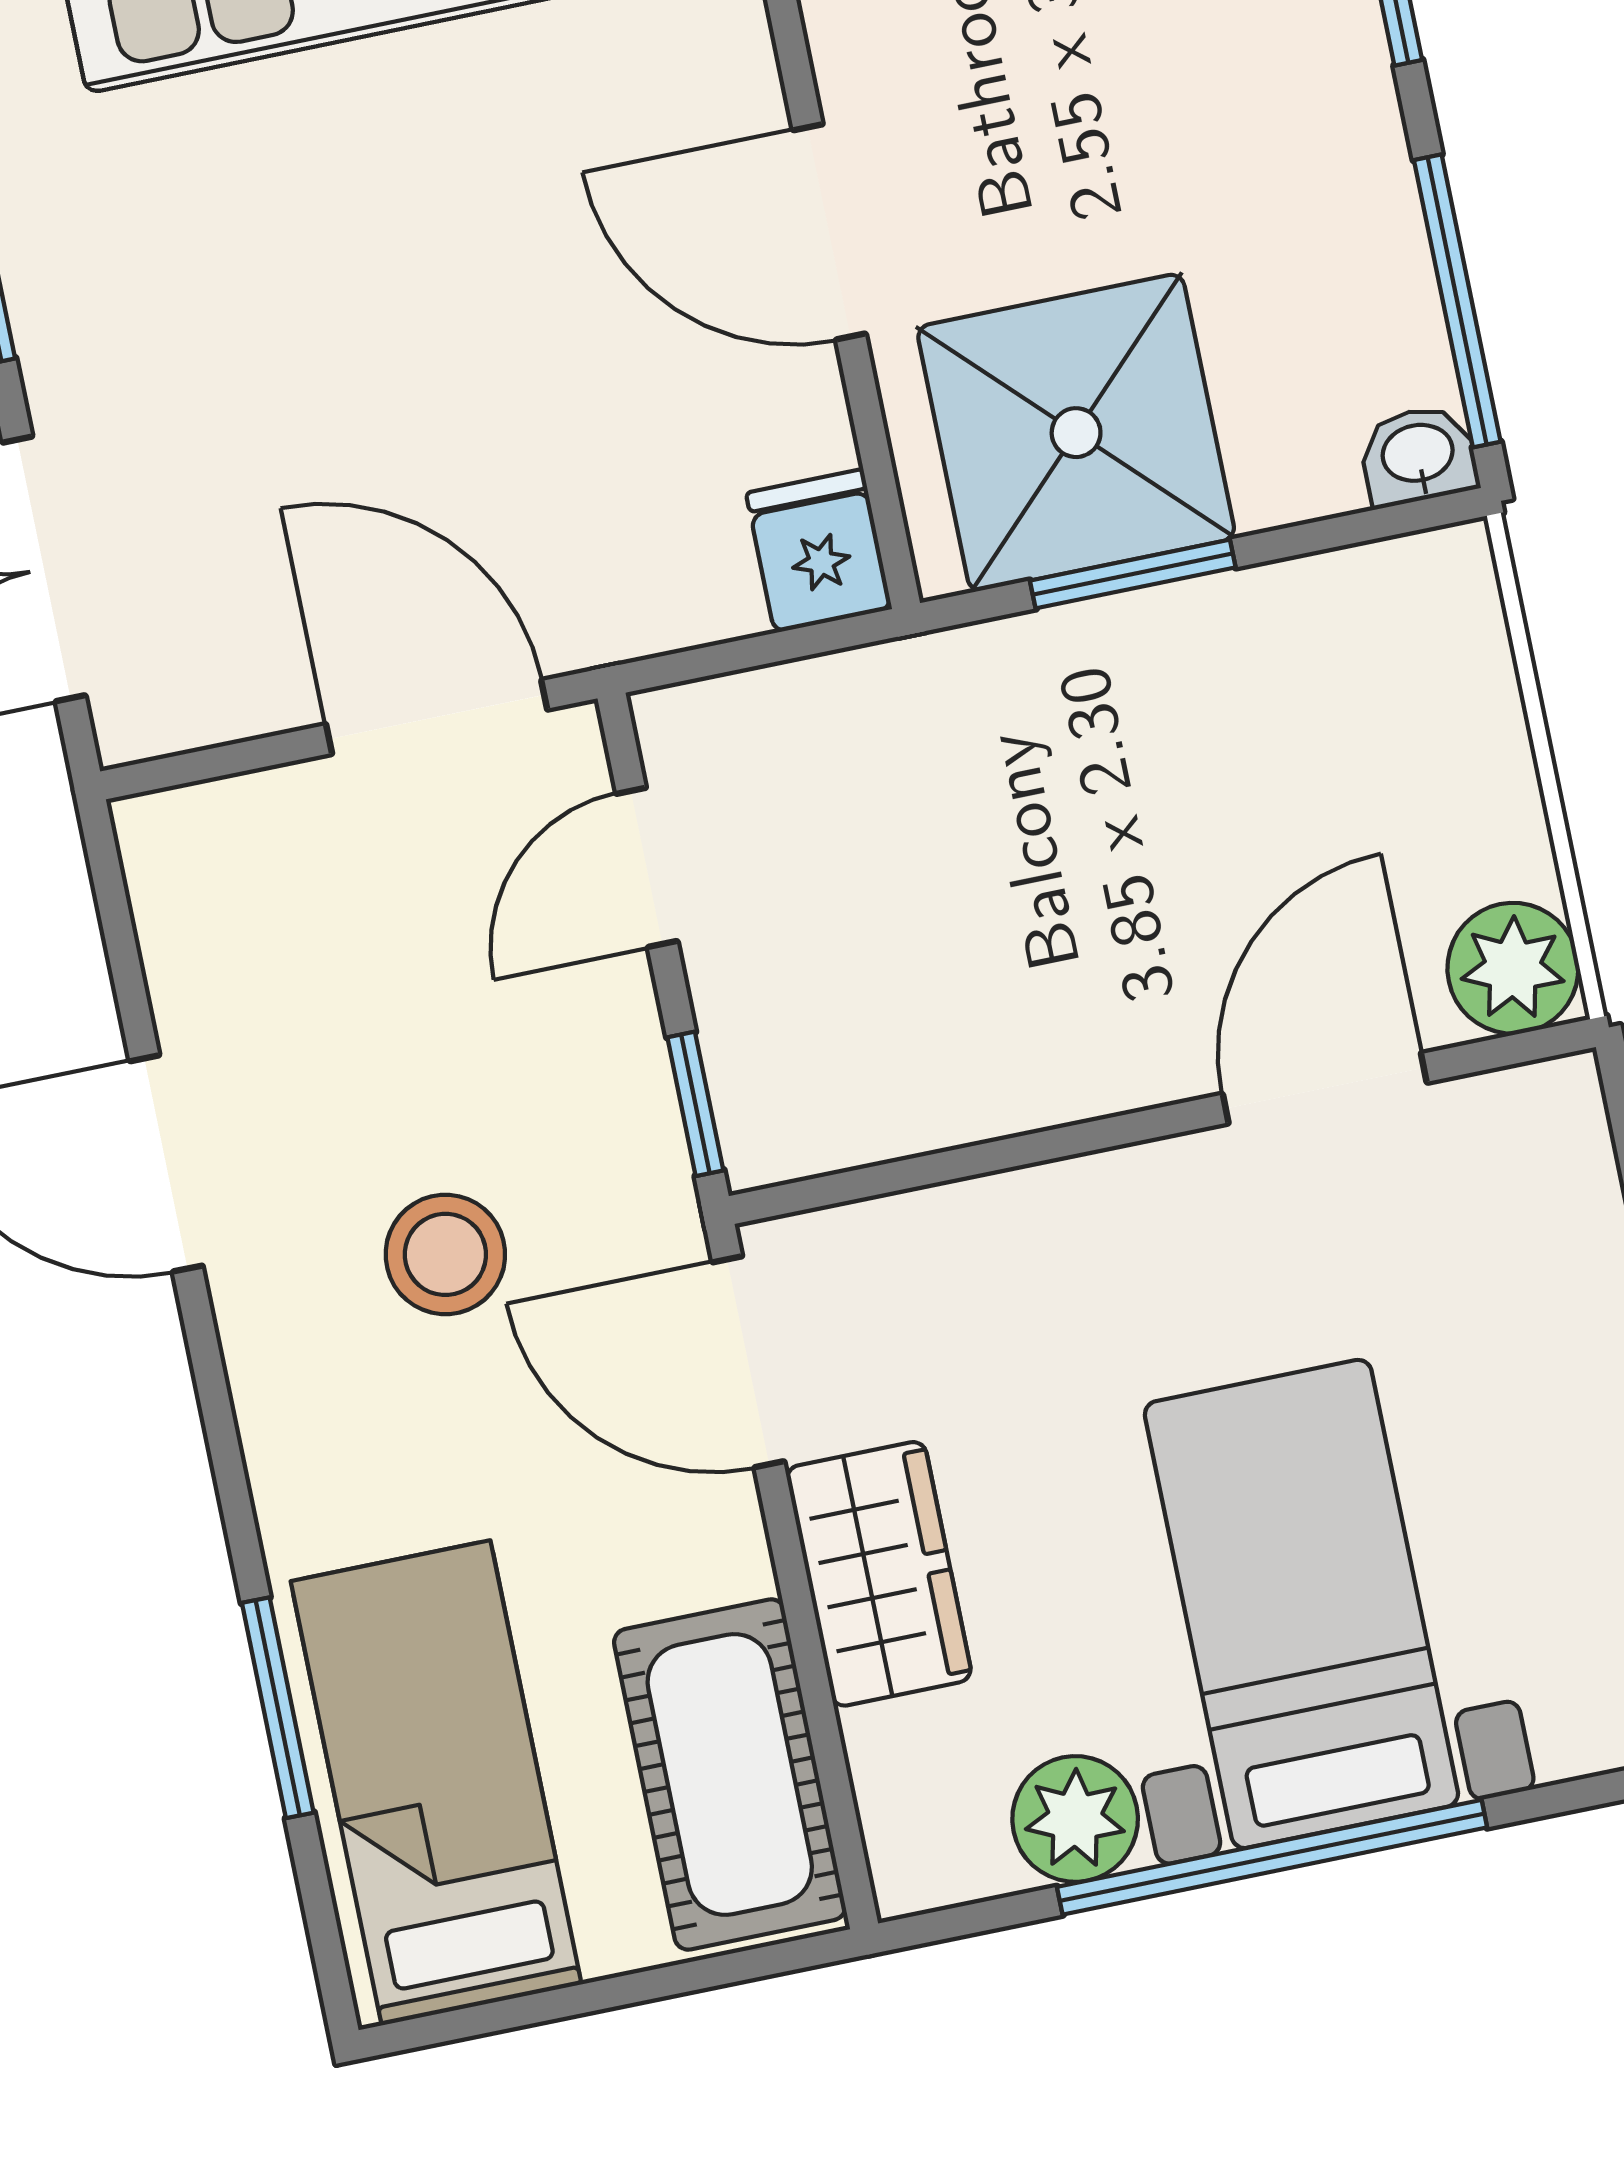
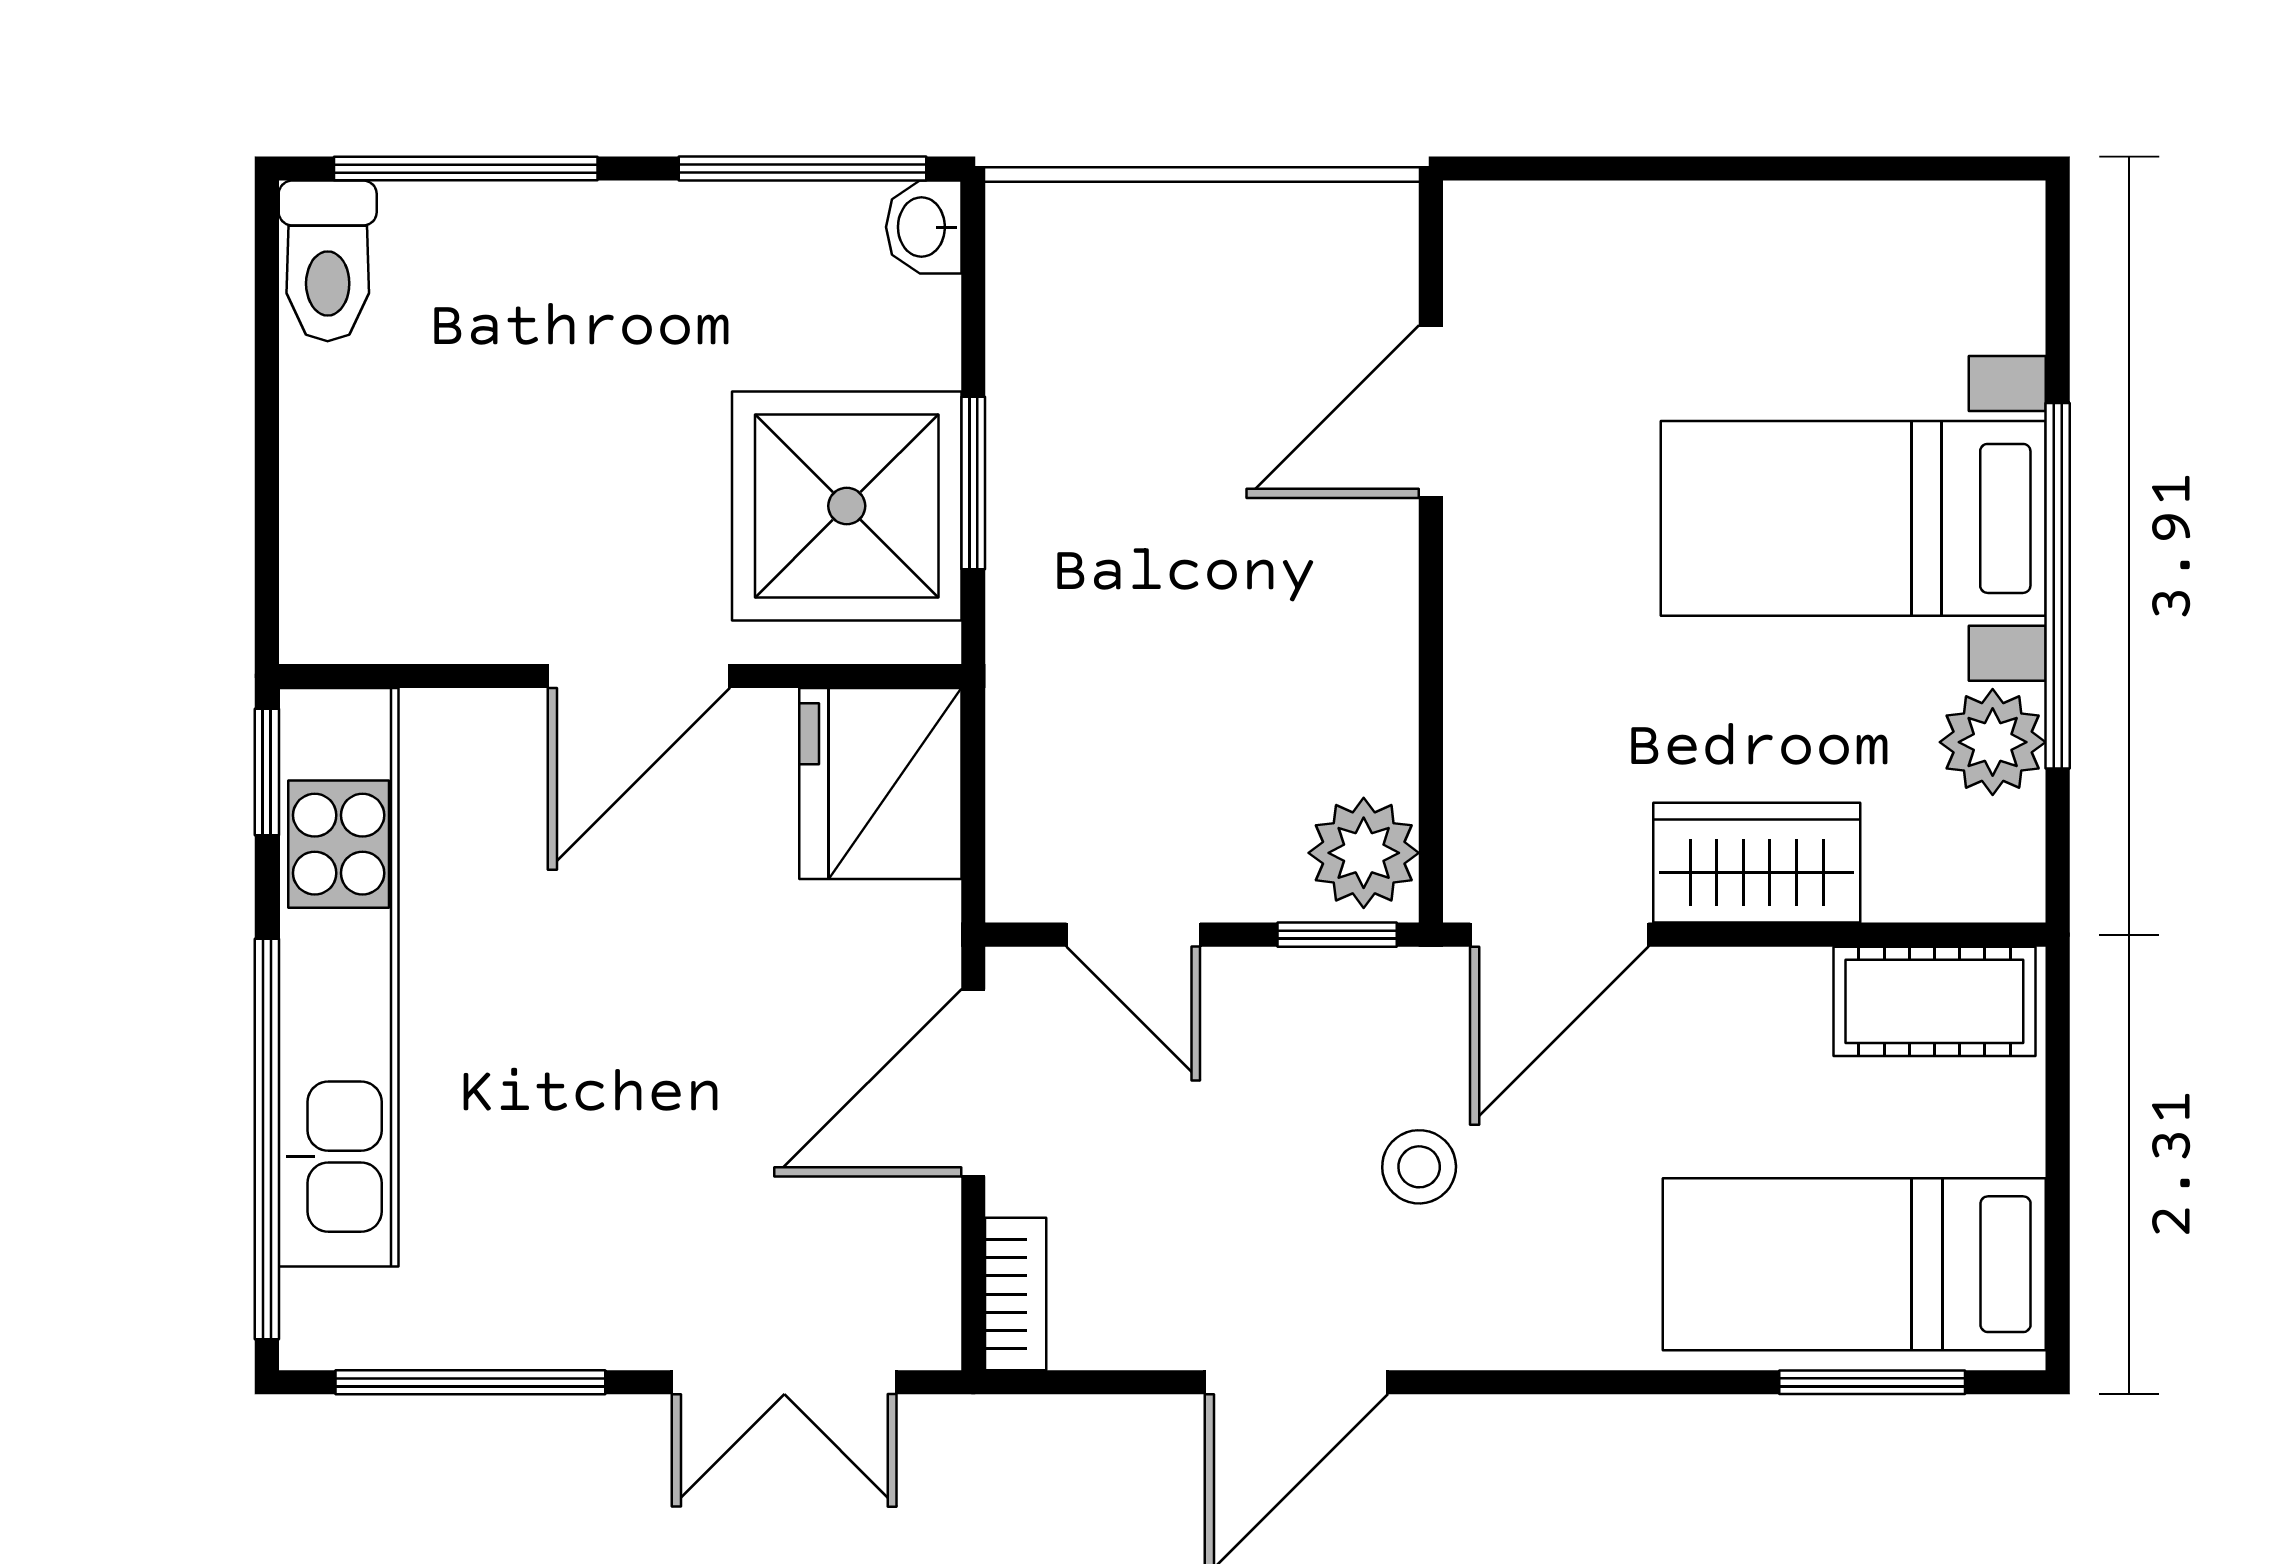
fridge: (819, 551) -> (880, 783), width x1.88, depth x1.34
bookcase: (202, 817) -> (1016, 1294), added
plant: (1513, 968) -> (1364, 853), moved
door: (1325, 1088) -> (1431, 412), hinge flipped
stool: (445, 1254) -> (1419, 1167), width x0.73, depth x0.73
window: (278, 1708) -> (1872, 1382), moved
cot: (730, 1774) -> (1934, 1001), width x0.73, depth x0.75

